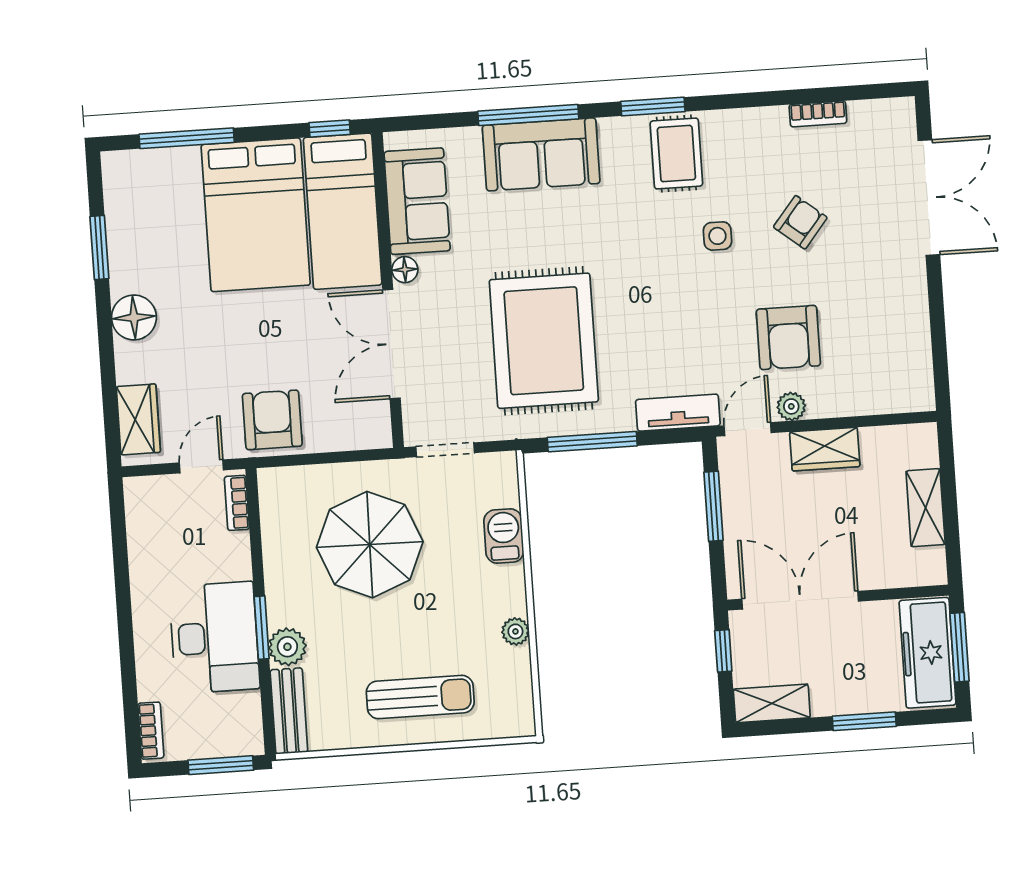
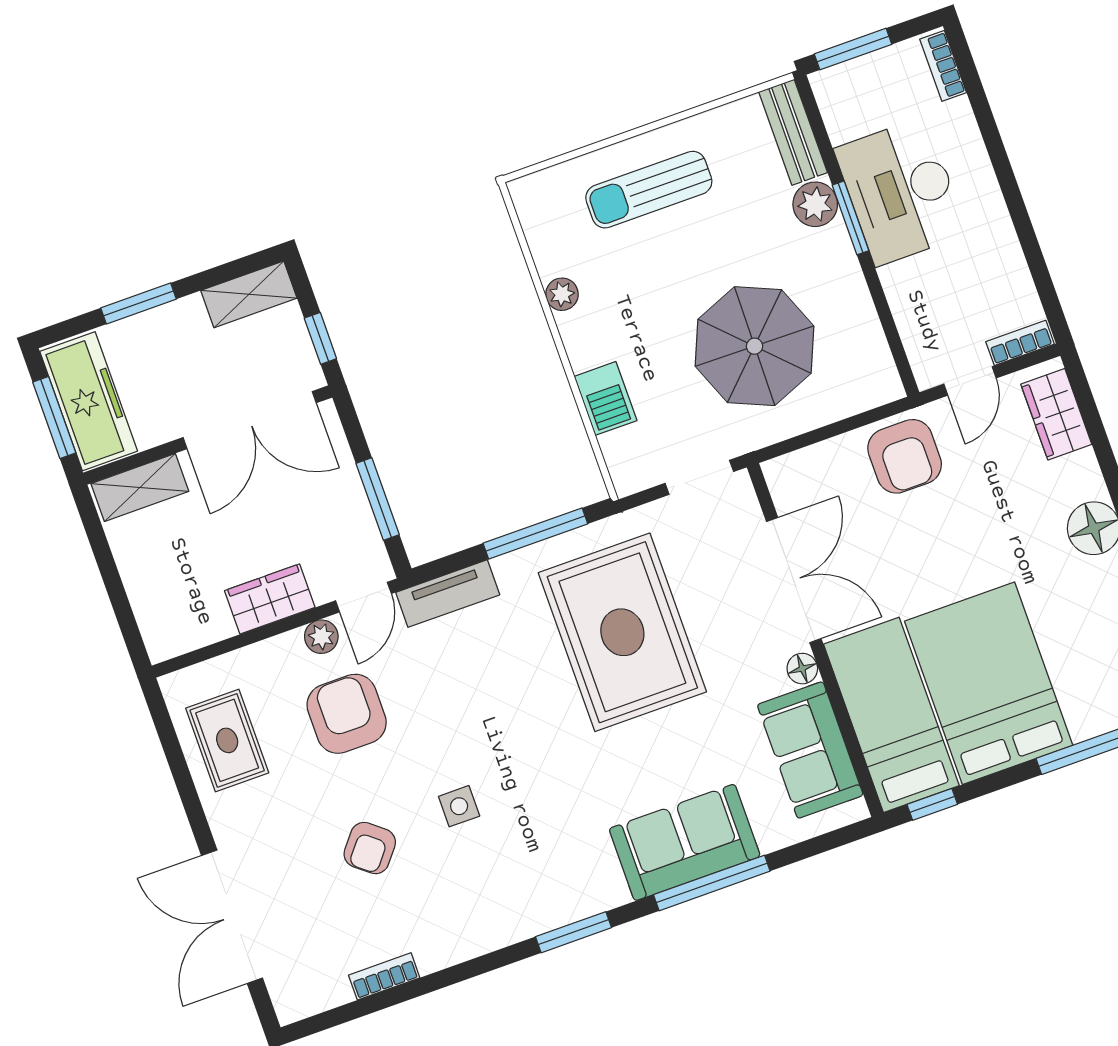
rug: (676, 154) -> (227, 740), moved
bookcase: (237, 503) -> (1020, 343), moved, turned -90
shelving: (926, 508) -> (140, 487), moved, turned 90

